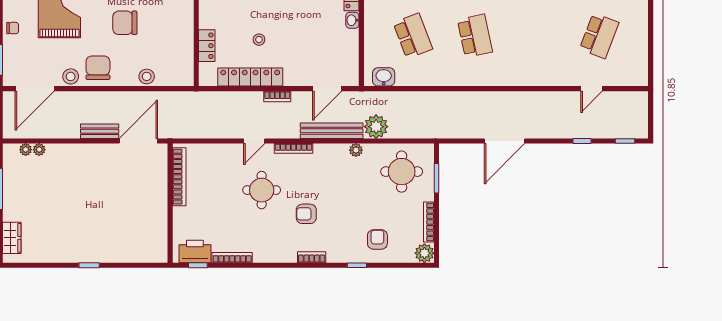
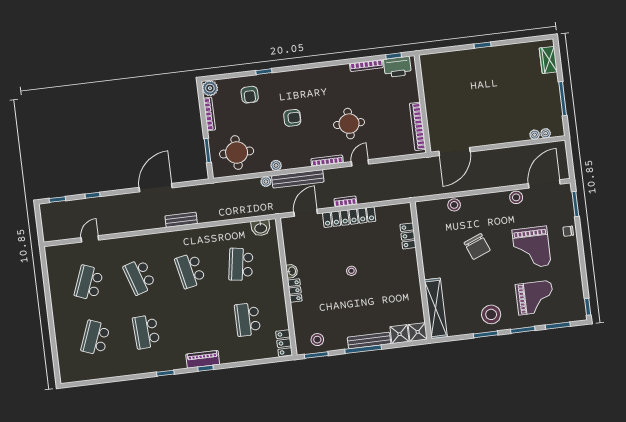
chair: (125, 23) -> (477, 247), turned 68
school desk: (413, 36) -> (241, 264), turned 30
school desk: (537, 36) -> (139, 277), added
stool: (259, 40) -> (351, 271), moved
chair: (98, 68) -> (495, 207), removed
locker: (250, 77) -> (349, 217), moved
plant: (376, 127) -> (266, 182), width x0.53, depth x0.53
bench: (100, 131) -> (181, 220), moved
armchair: (306, 214) -> (292, 118), moved
bookcase: (312, 257) -> (302, 74), removed

